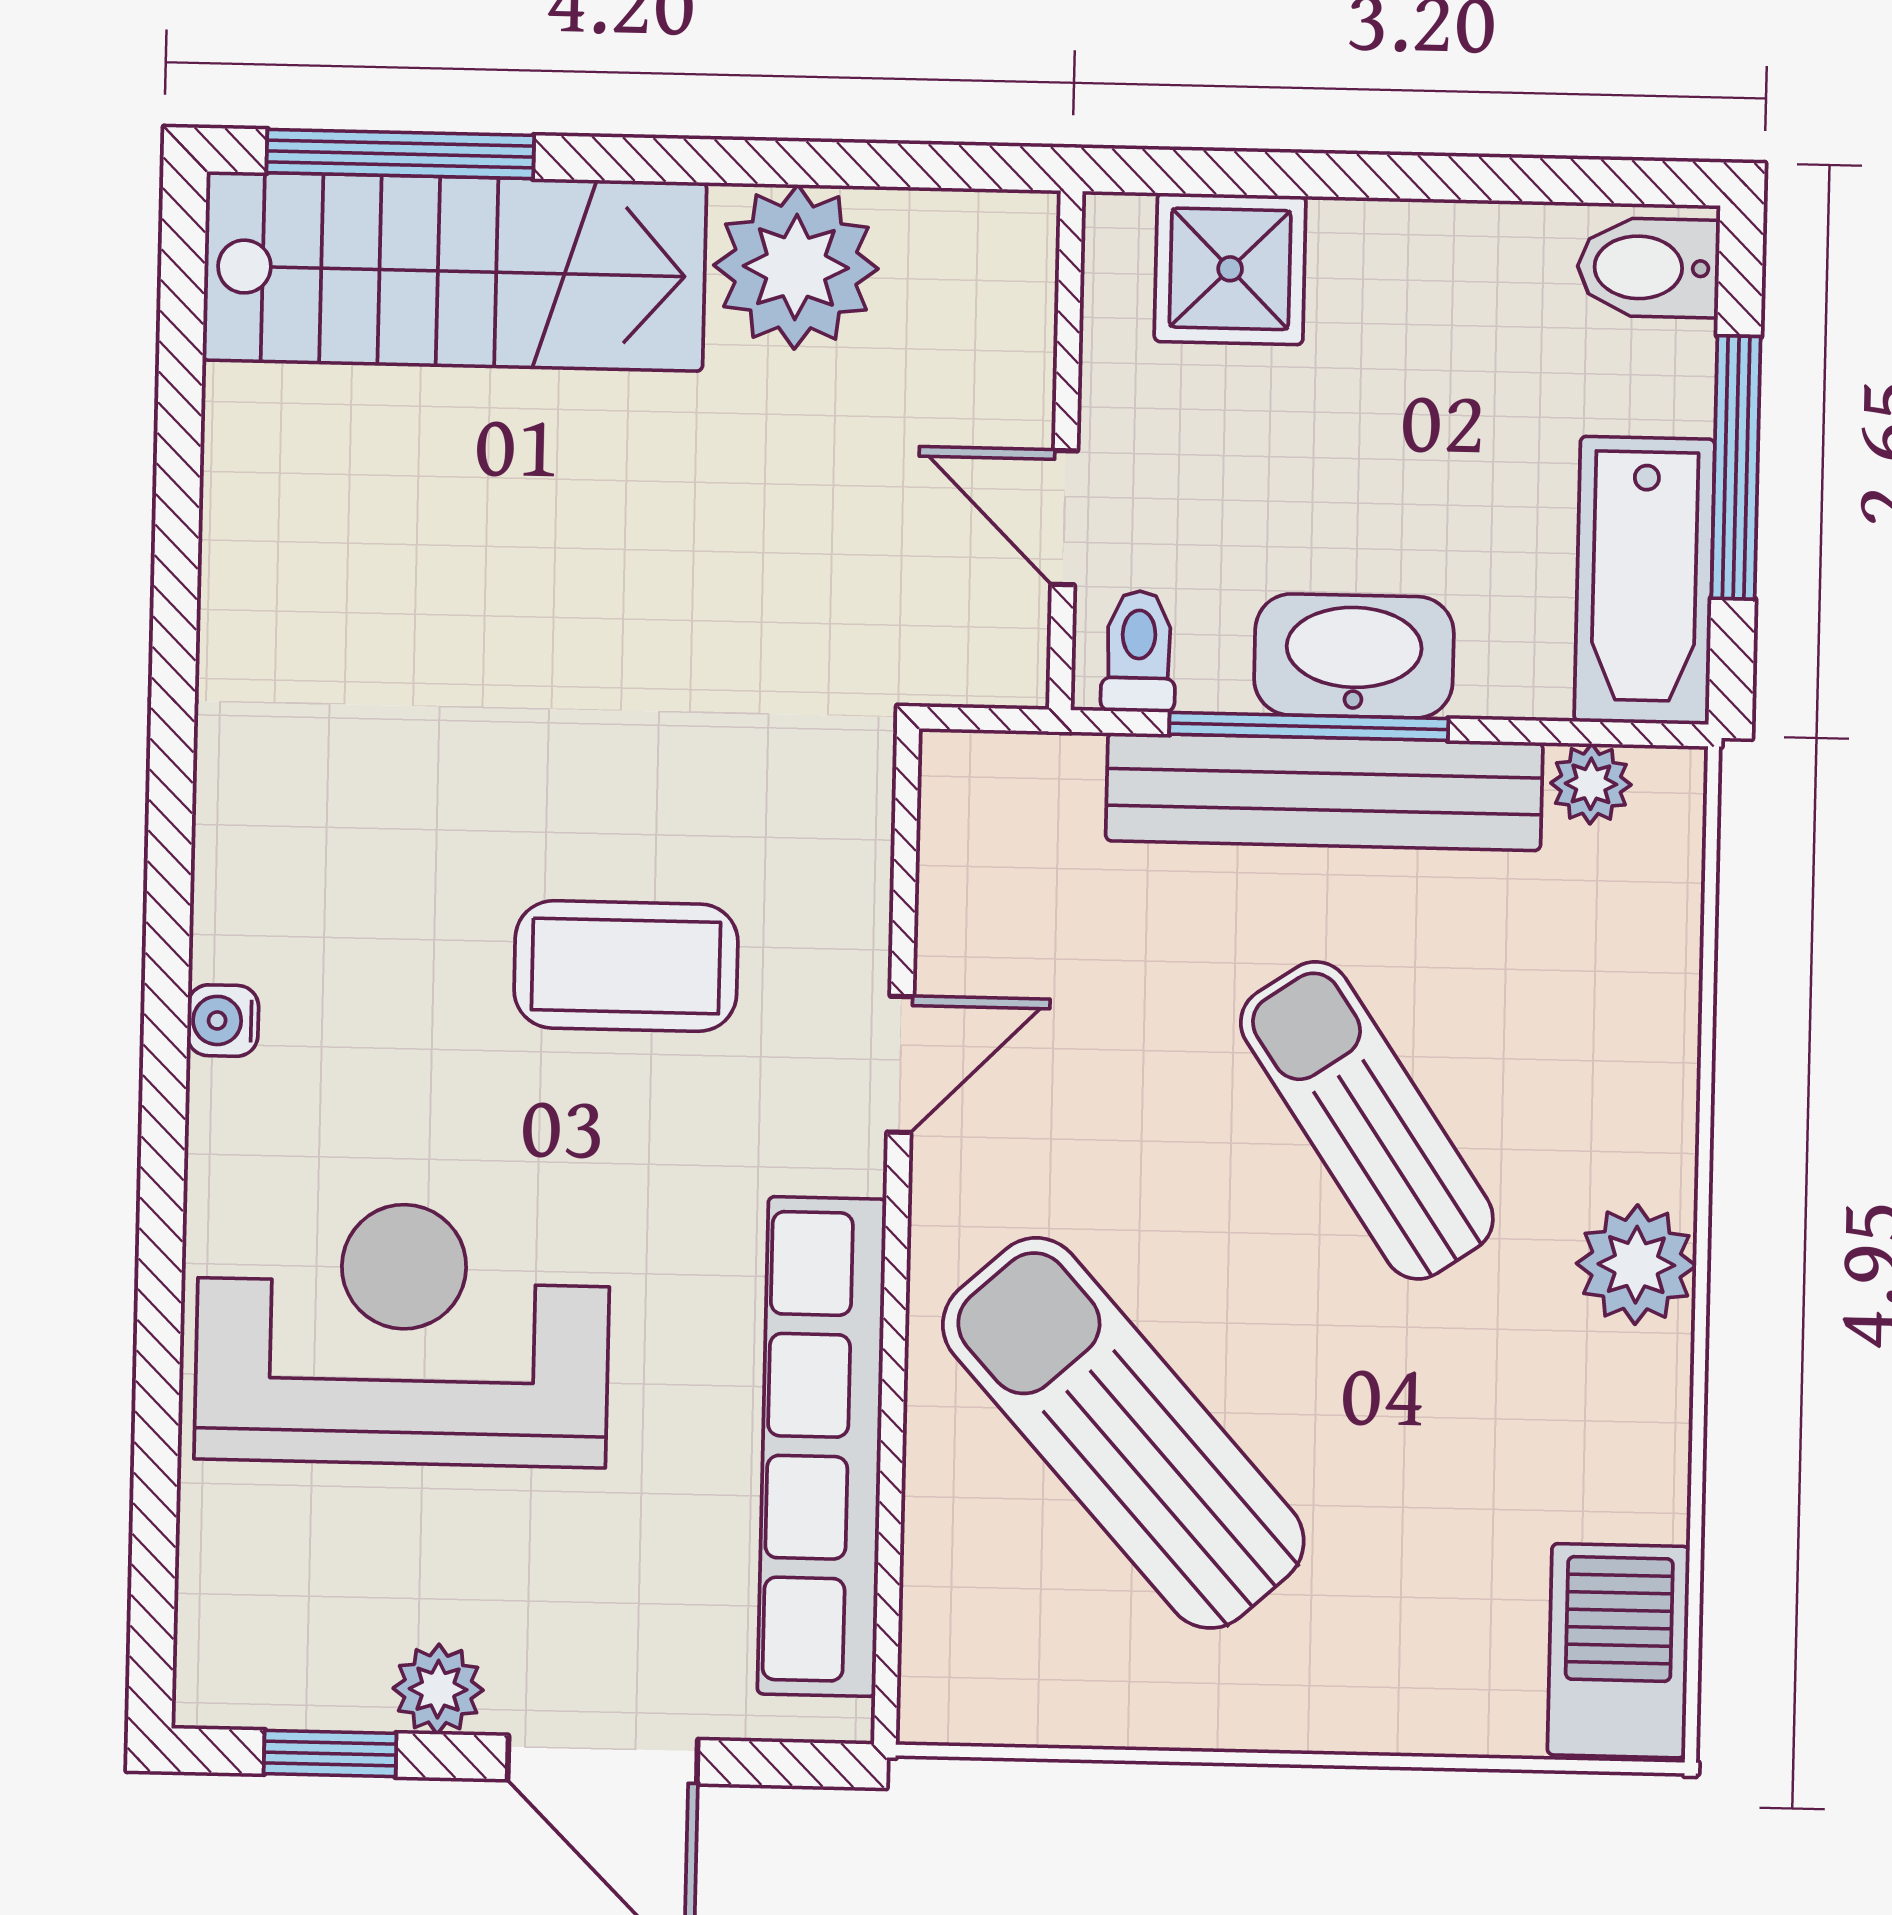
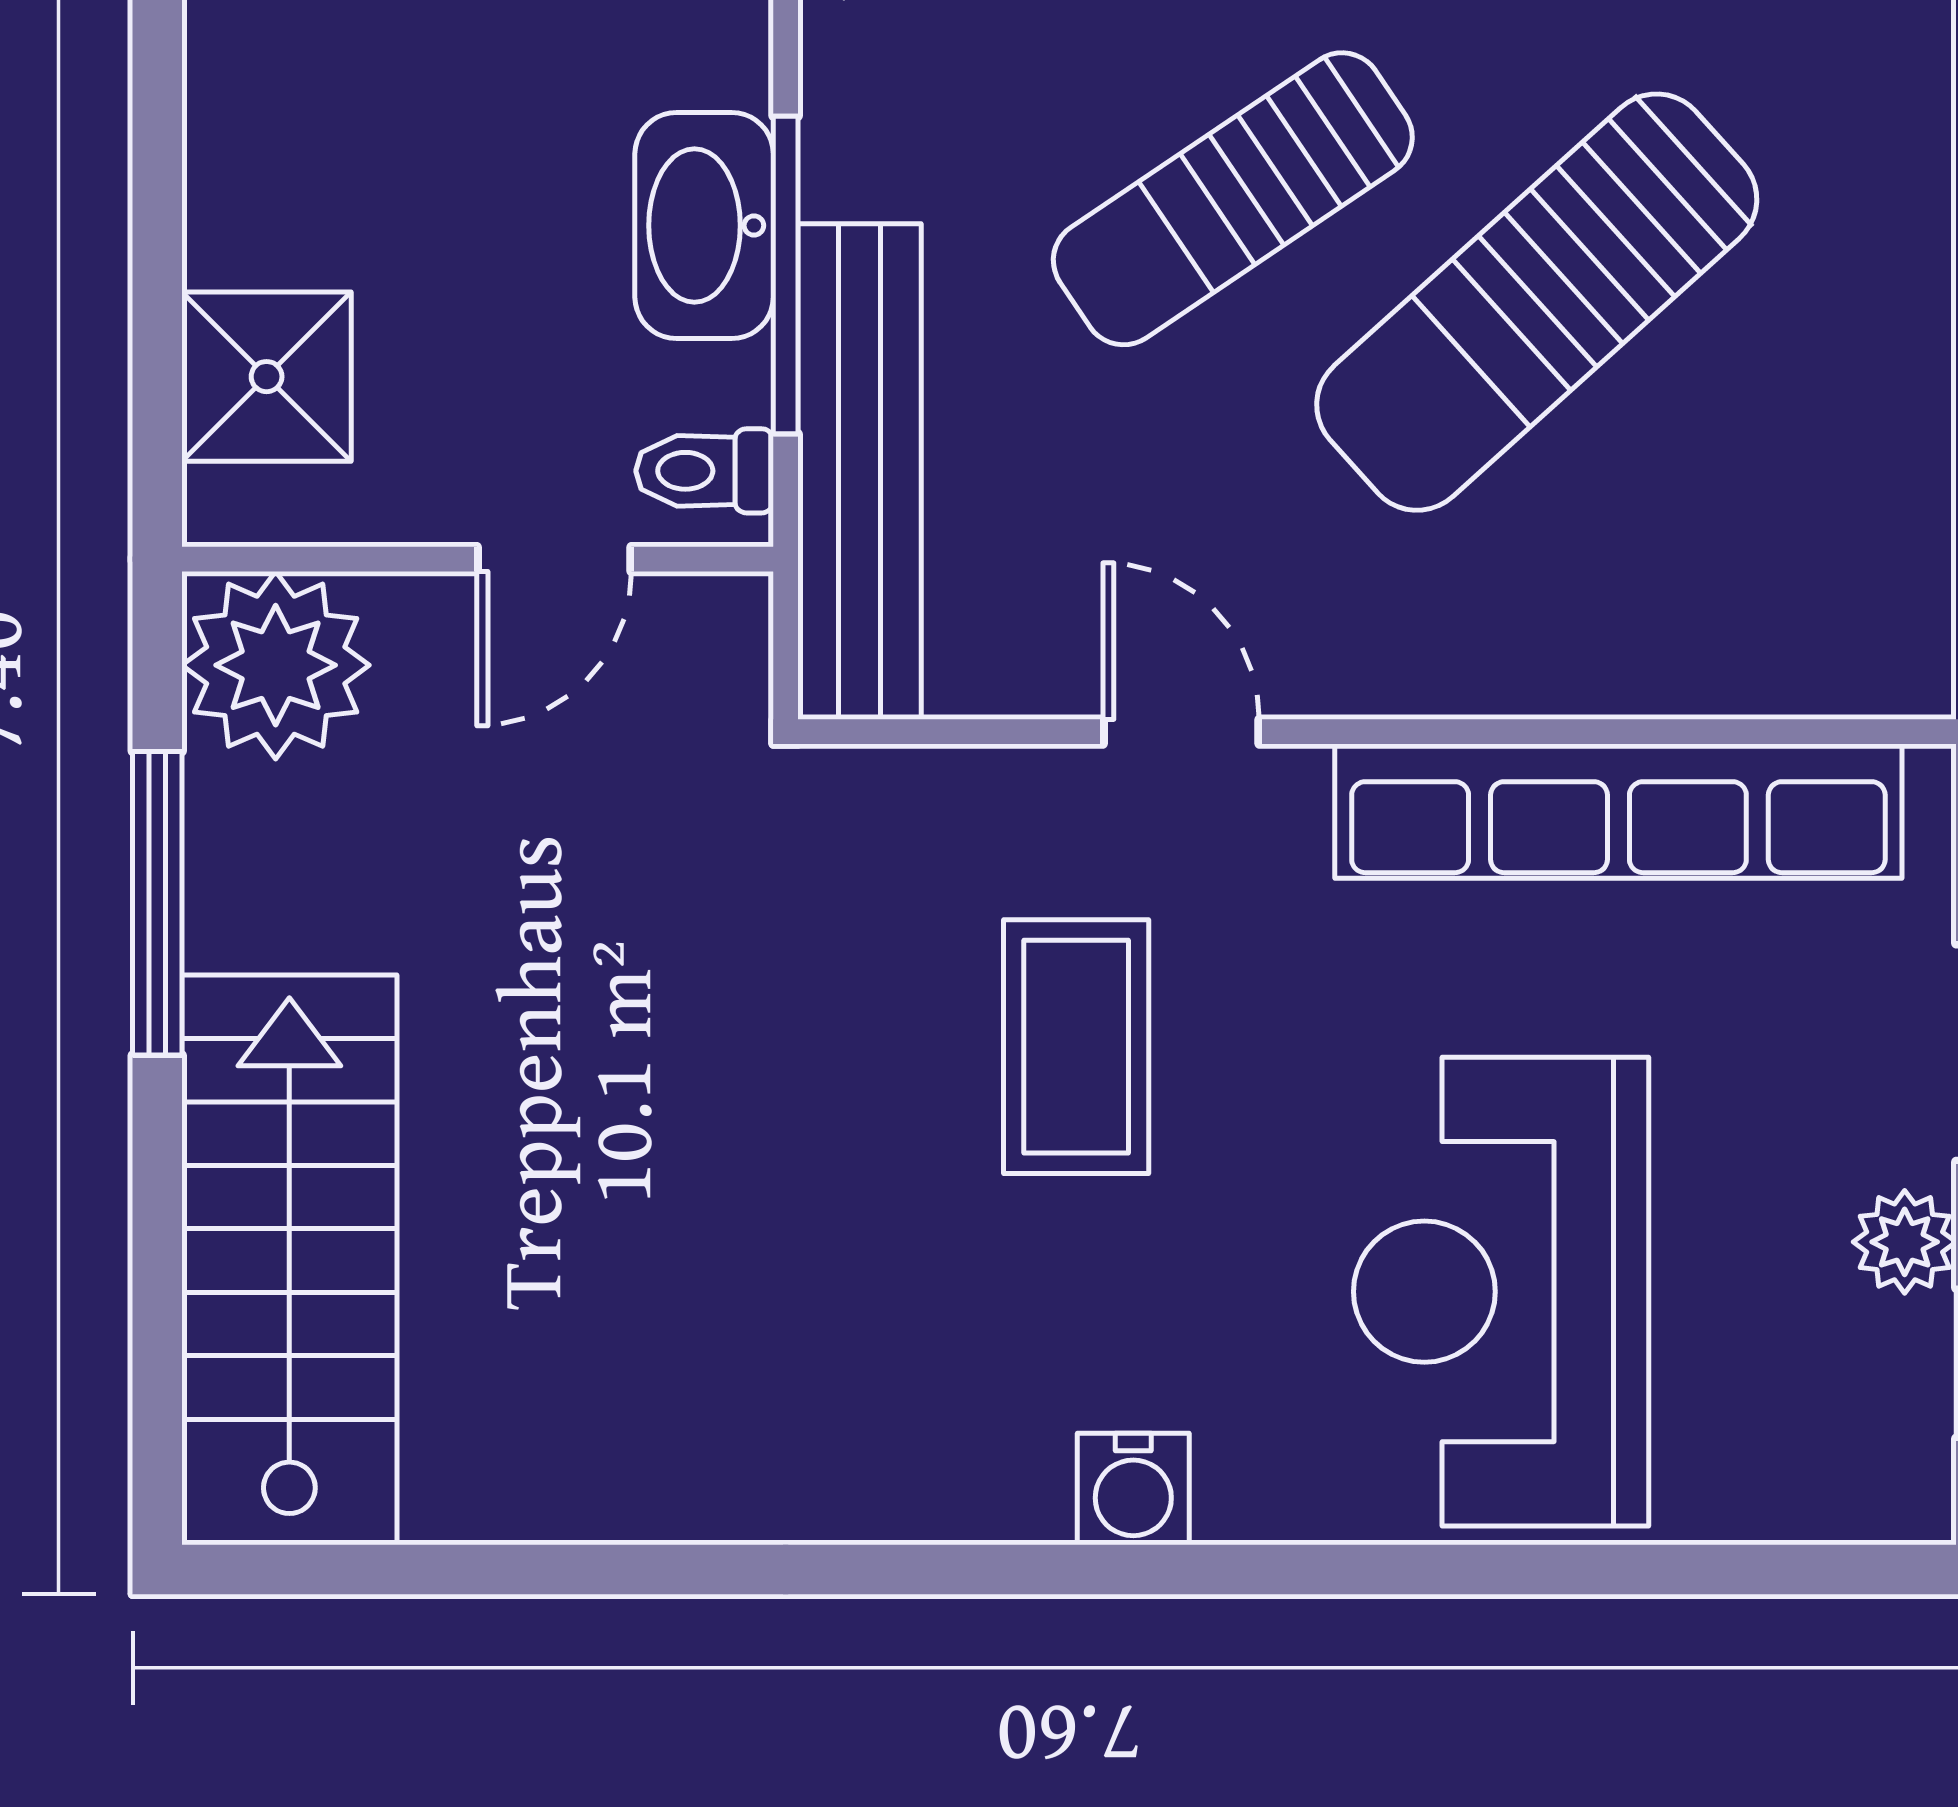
window: (400, 154) -> (157, 903), moved
plant: (796, 267) -> (276, 665), moved
bench: (1324, 792) -> (860, 471), moved
water cooler: (223, 1021) -> (1133, 1489), width x1.38, depth x1.38
sun lounger: (1123, 1433) -> (1537, 302), moved

